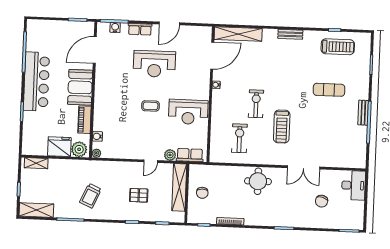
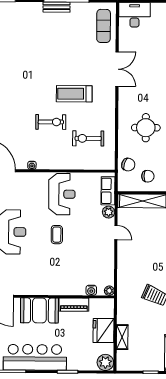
exercise mat: (329, 90) -> (104, 26), moved
exercise bike: (256, 104) -> (51, 122), turned 180
treadmill: (282, 127) -> (74, 94), turned 180
plant: (79, 149) -> (105, 362), moved
shelving: (36, 163) -> (122, 337), moved
round table: (258, 181) -> (146, 128), moved
pallet: (139, 195) -> (153, 244), removed
chair: (322, 201) -> (128, 165), moved

